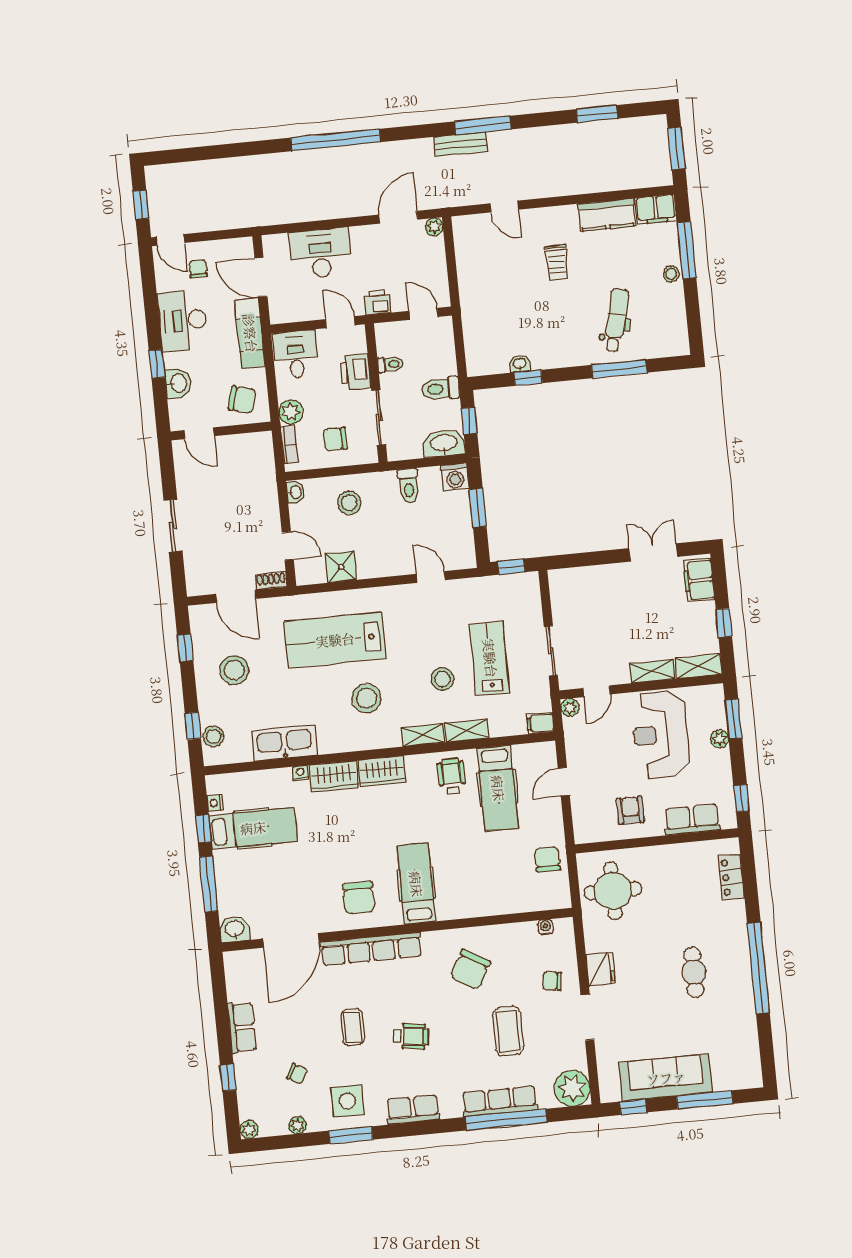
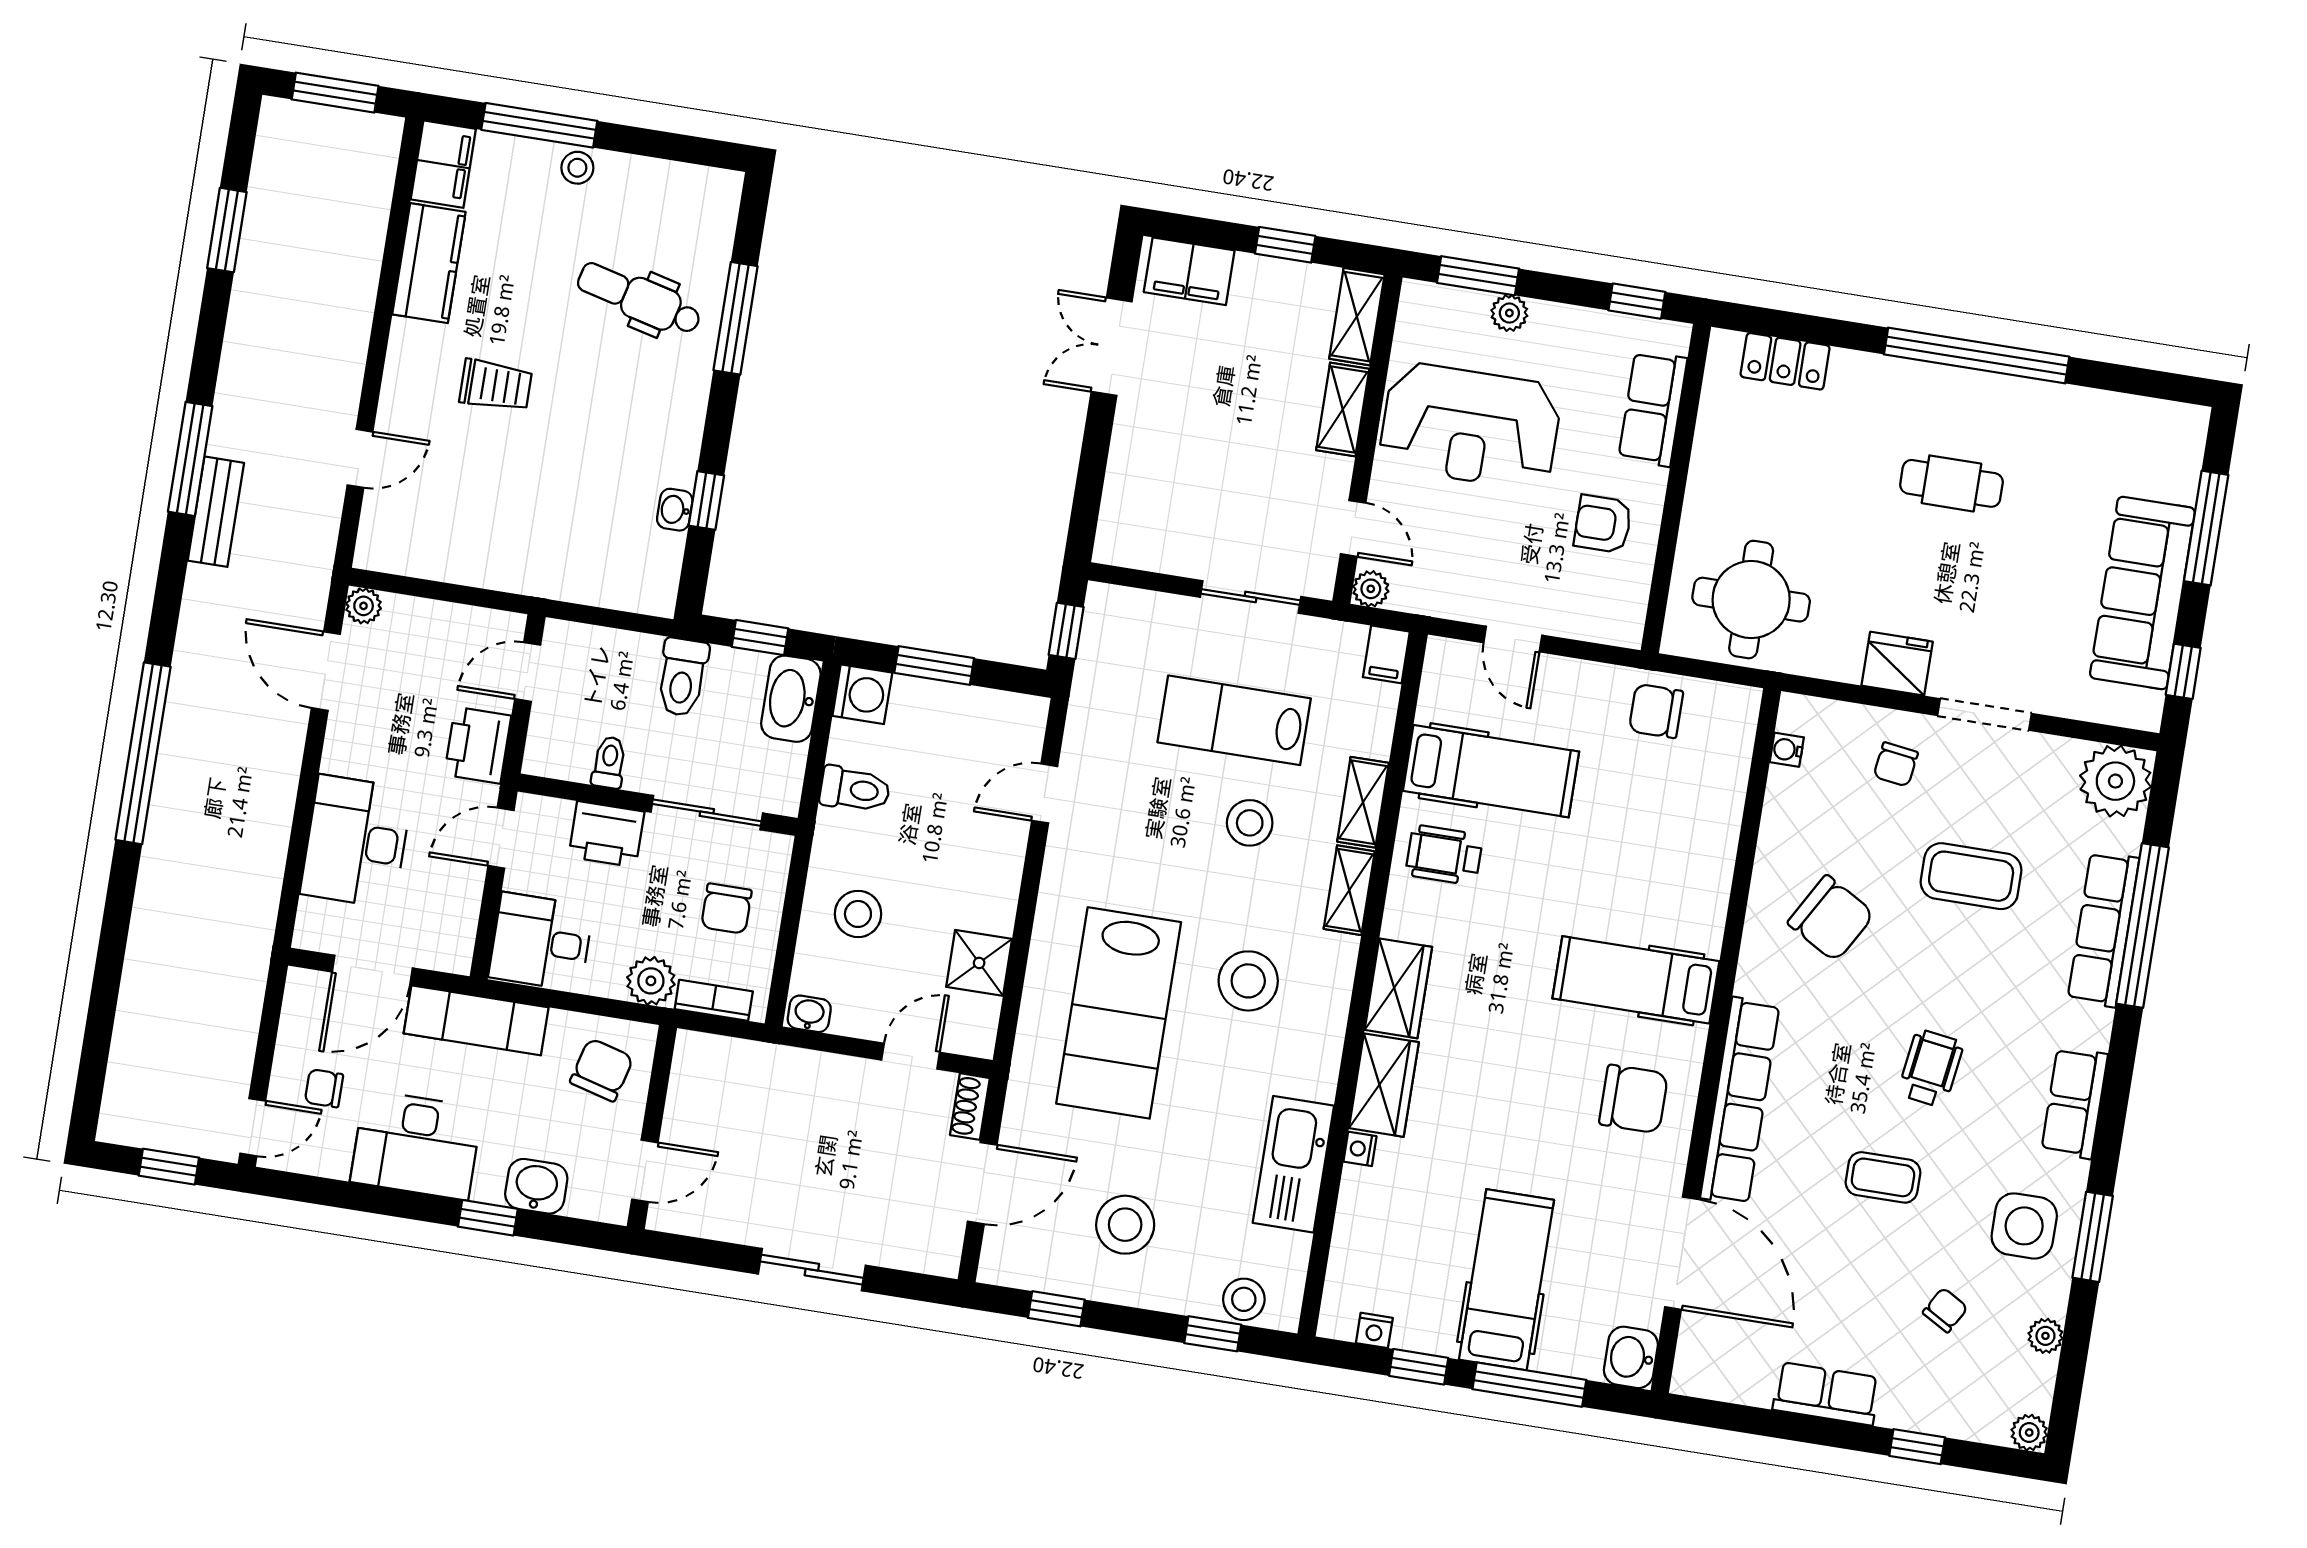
printer: (378, 302) -> (478, 745), width x1.36, depth x1.24
hospital bed: (253, 828) -> (1506, 1280), moved

